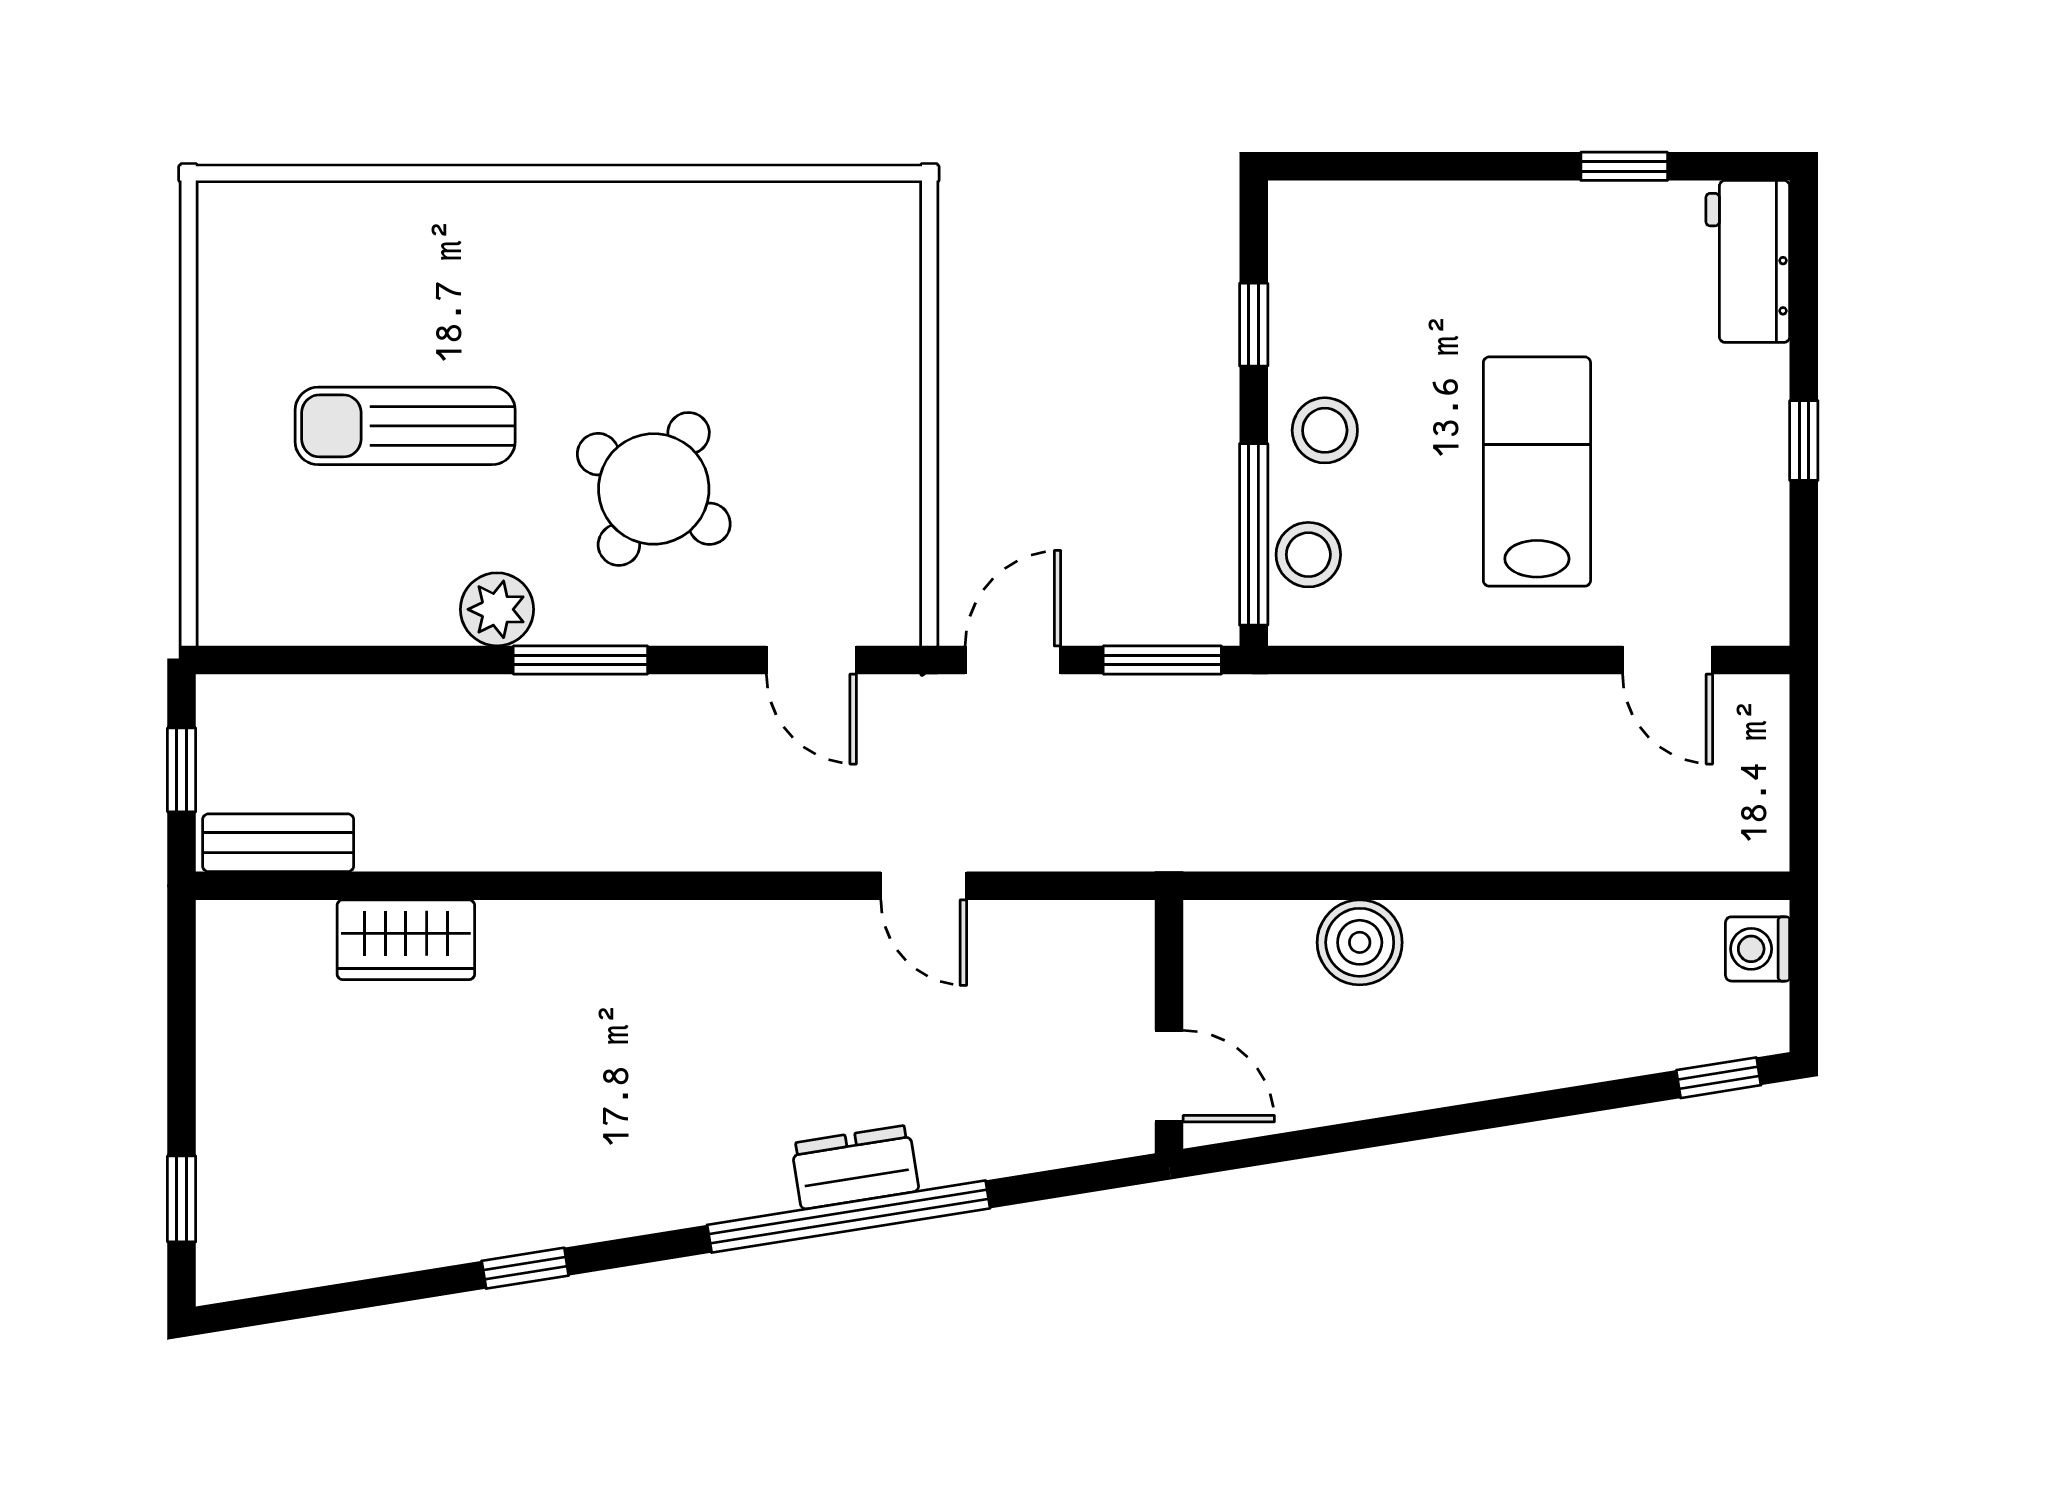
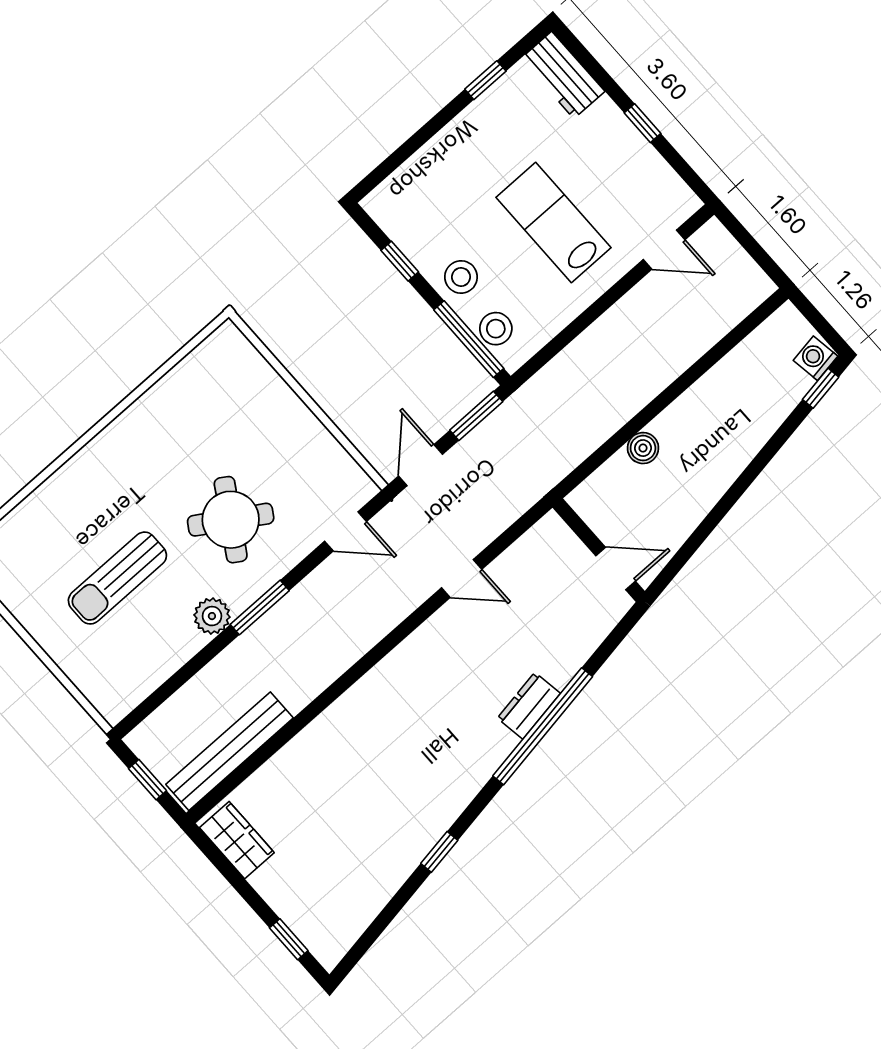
bench: (278, 843) -> (230, 751), width x1.86, depth x1.21
wardrobe: (406, 940) -> (237, 840), moved, turned -90
boiler: (1360, 942) -> (643, 448), width x0.73, depth x0.73
washing machine: (1758, 949) -> (815, 358), moved, turned 81

